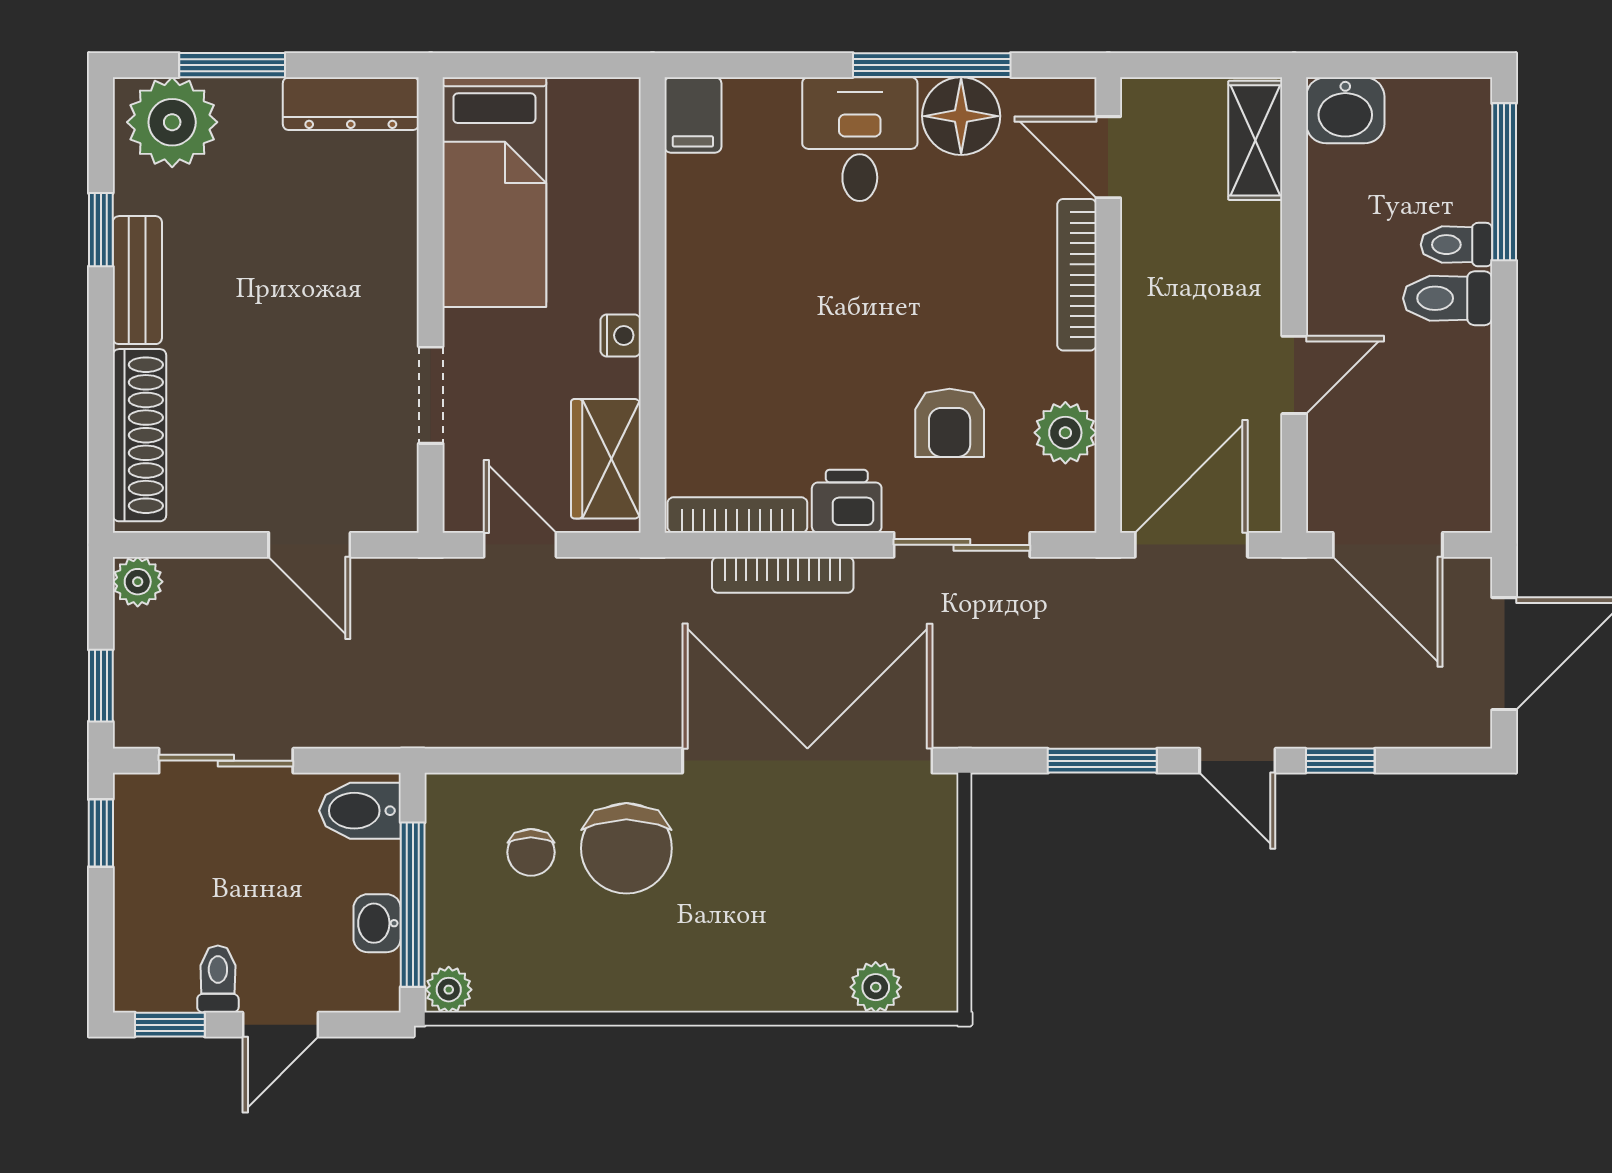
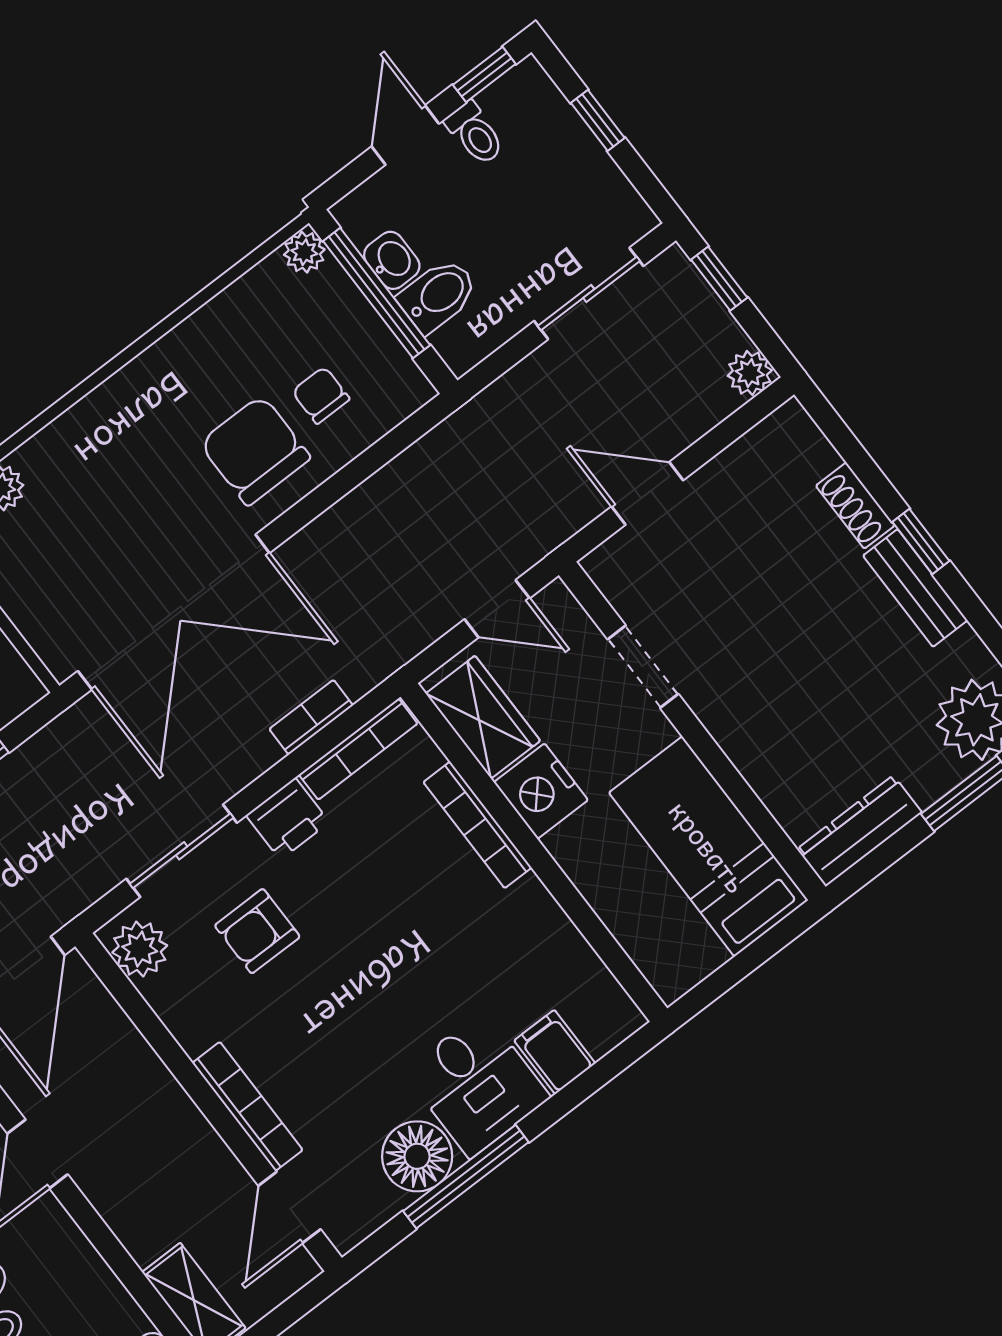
filing cabinet: (693, 115) -> (555, 1052), moved
door: (1108, 157) -> (289, 1208), swing flipped
window: (101, 230) -> (921, 541), moved
nightstand: (621, 335) -> (541, 791), width x1.89, depth x1.79
bookcase: (684, 367) -> (477, 825), added
armchair: (950, 423) -> (257, 931), turned -90
plant: (1065, 433) -> (140, 949), moved
shoe rack: (139, 435) -> (855, 506), width x0.51, depth x0.81
bookcase: (783, 575) -> (311, 717), width x0.64
bidet: (360, 811) -> (438, 295), moved
window: (101, 833) -> (598, 120), moved

